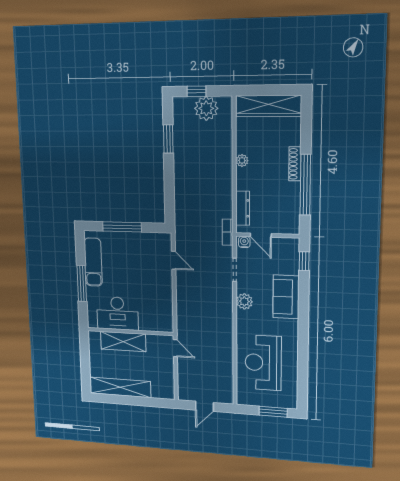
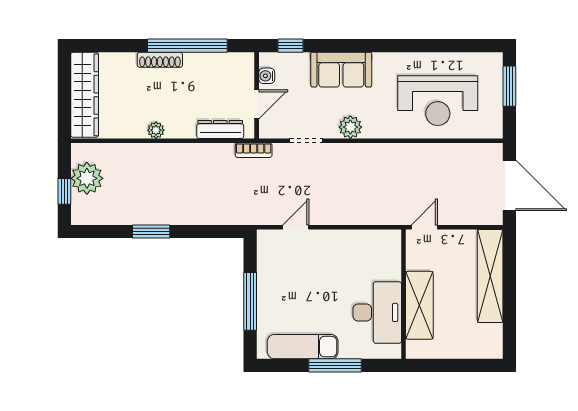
window: (168, 139) -> (151, 231), moved
water cooler: (244, 242) -> (267, 76), moved
shelving: (120, 387) -> (490, 276), moved
door: (204, 406) -> (509, 185), width x1.88

